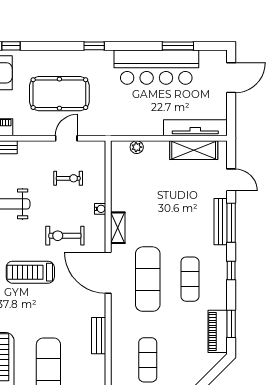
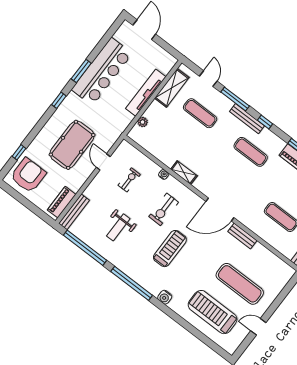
window: (178, 46) -> (81, 71), moved
tv unit: (195, 128) -> (146, 93), moved
door: (231, 180) -> (208, 79), hinge flipped
bench: (221, 222) -> (247, 119), moved
treadmill: (30, 272) -> (170, 249), turned 180
door: (108, 273) -> (220, 209), moved
exercise mat: (148, 279) -> (200, 113), moved, width x0.73, depth x0.69

